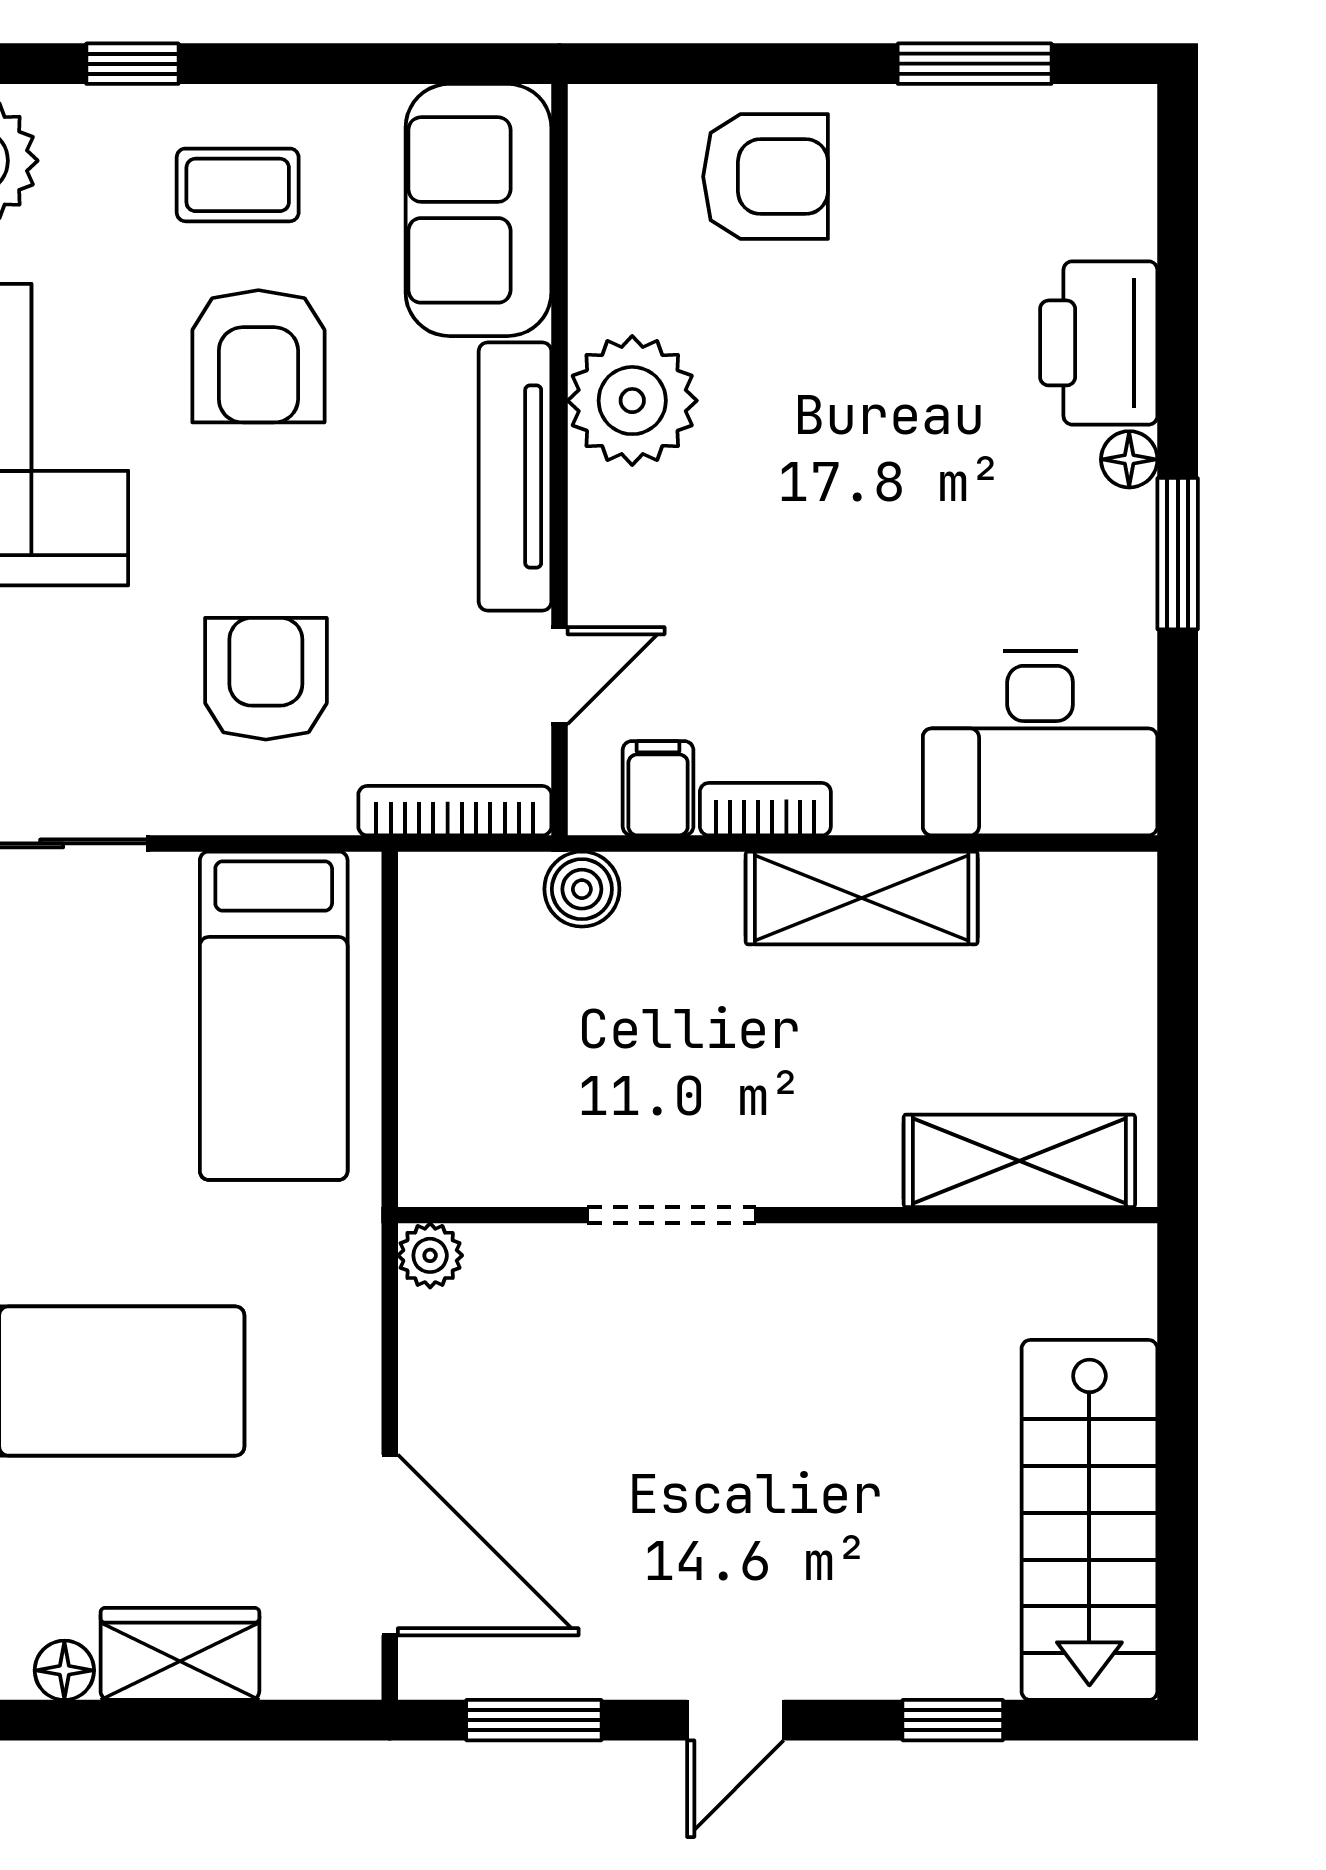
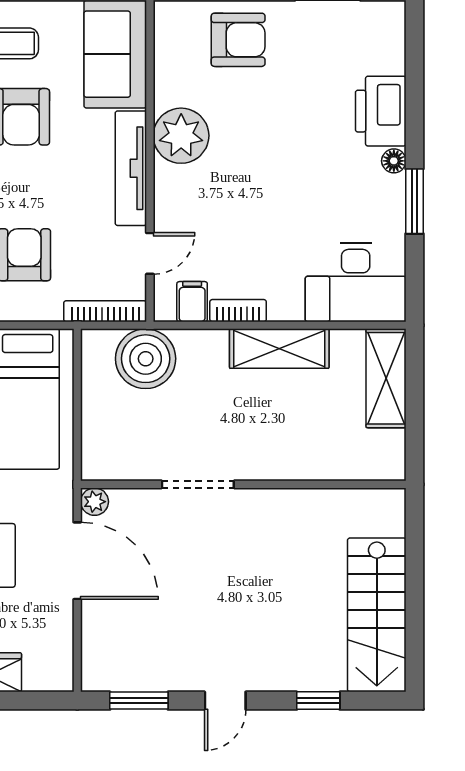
boiler: (582, 889) -> (146, 359), width x1.86, depth x1.86
shelving: (1019, 1161) -> (386, 378), moved, turned 90
door: (390, 1545) -> (77, 561), moved

